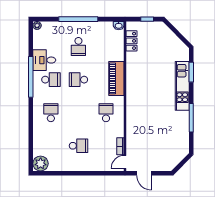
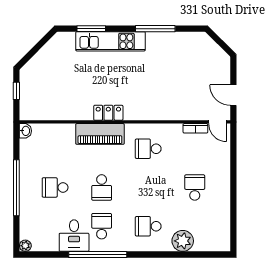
locker: (132, 41) -> (108, 113), moved
school desk: (78, 47) -> (55, 187), turned 180
plant: (41, 164) -> (183, 241), moved
door: (144, 173) -> (233, 95), swing flipped

